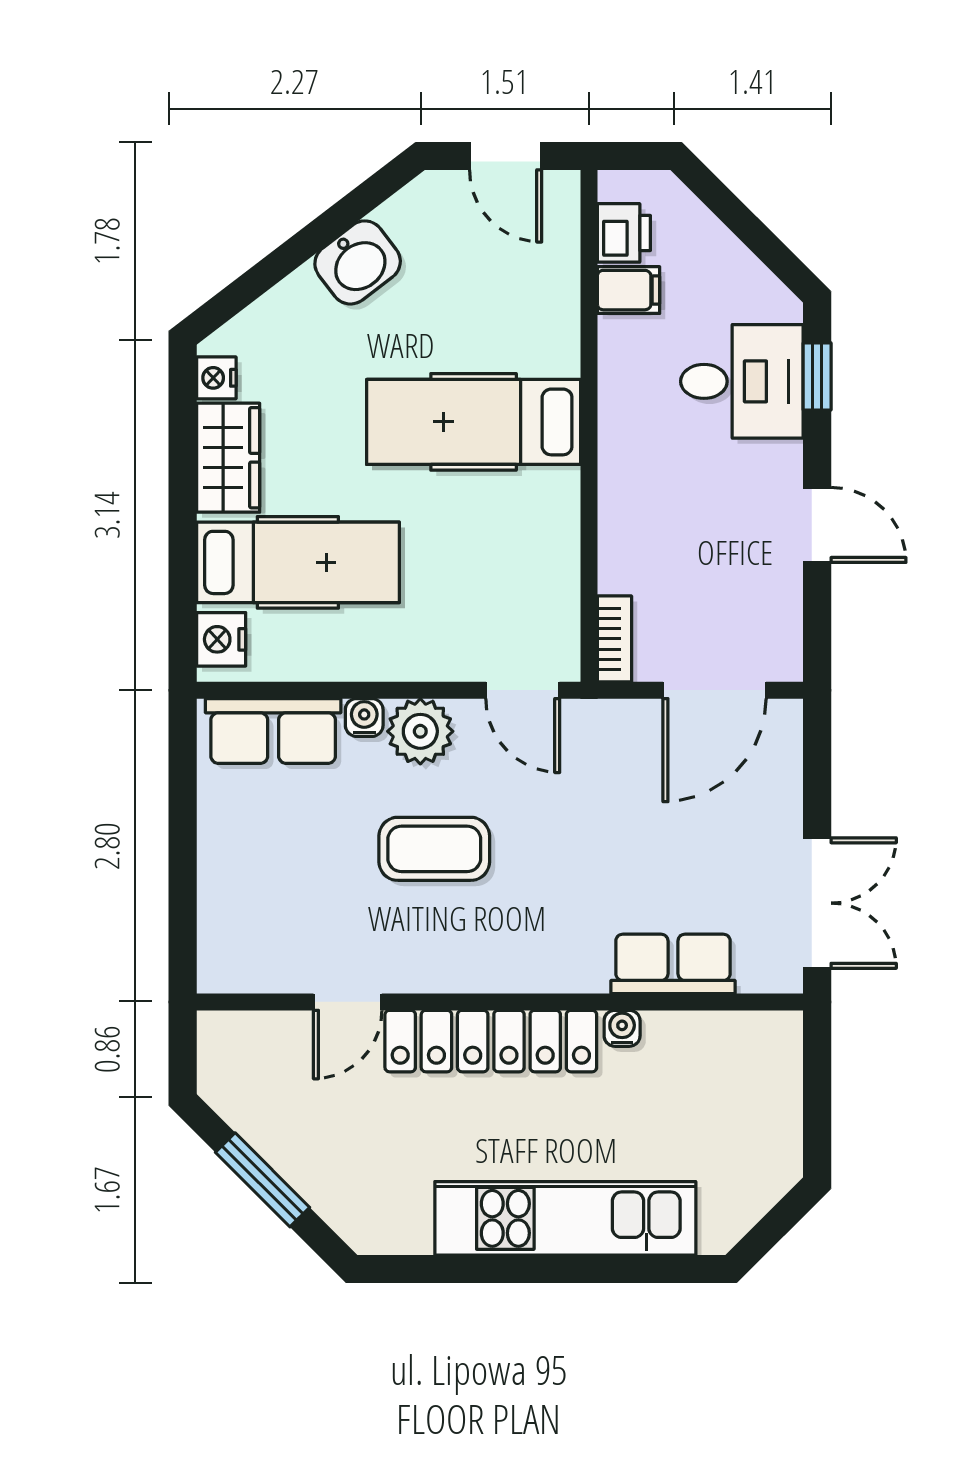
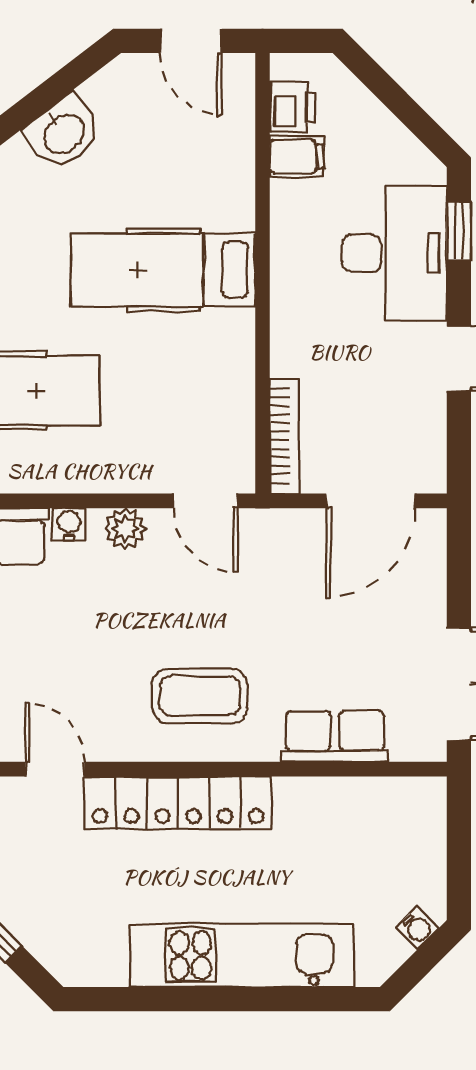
desk: (742, 381) -> (394, 253), width x1.37
bookcase: (614, 639) -> (285, 436), width x1.56
plant: (420, 731) -> (125, 529), width x0.73, depth x0.73
coffee table: (434, 849) -> (200, 696), moved
door: (348, 1002) -> (55, 769), swing flipped
water cooler: (622, 1028) -> (417, 928), moved, turned 135

